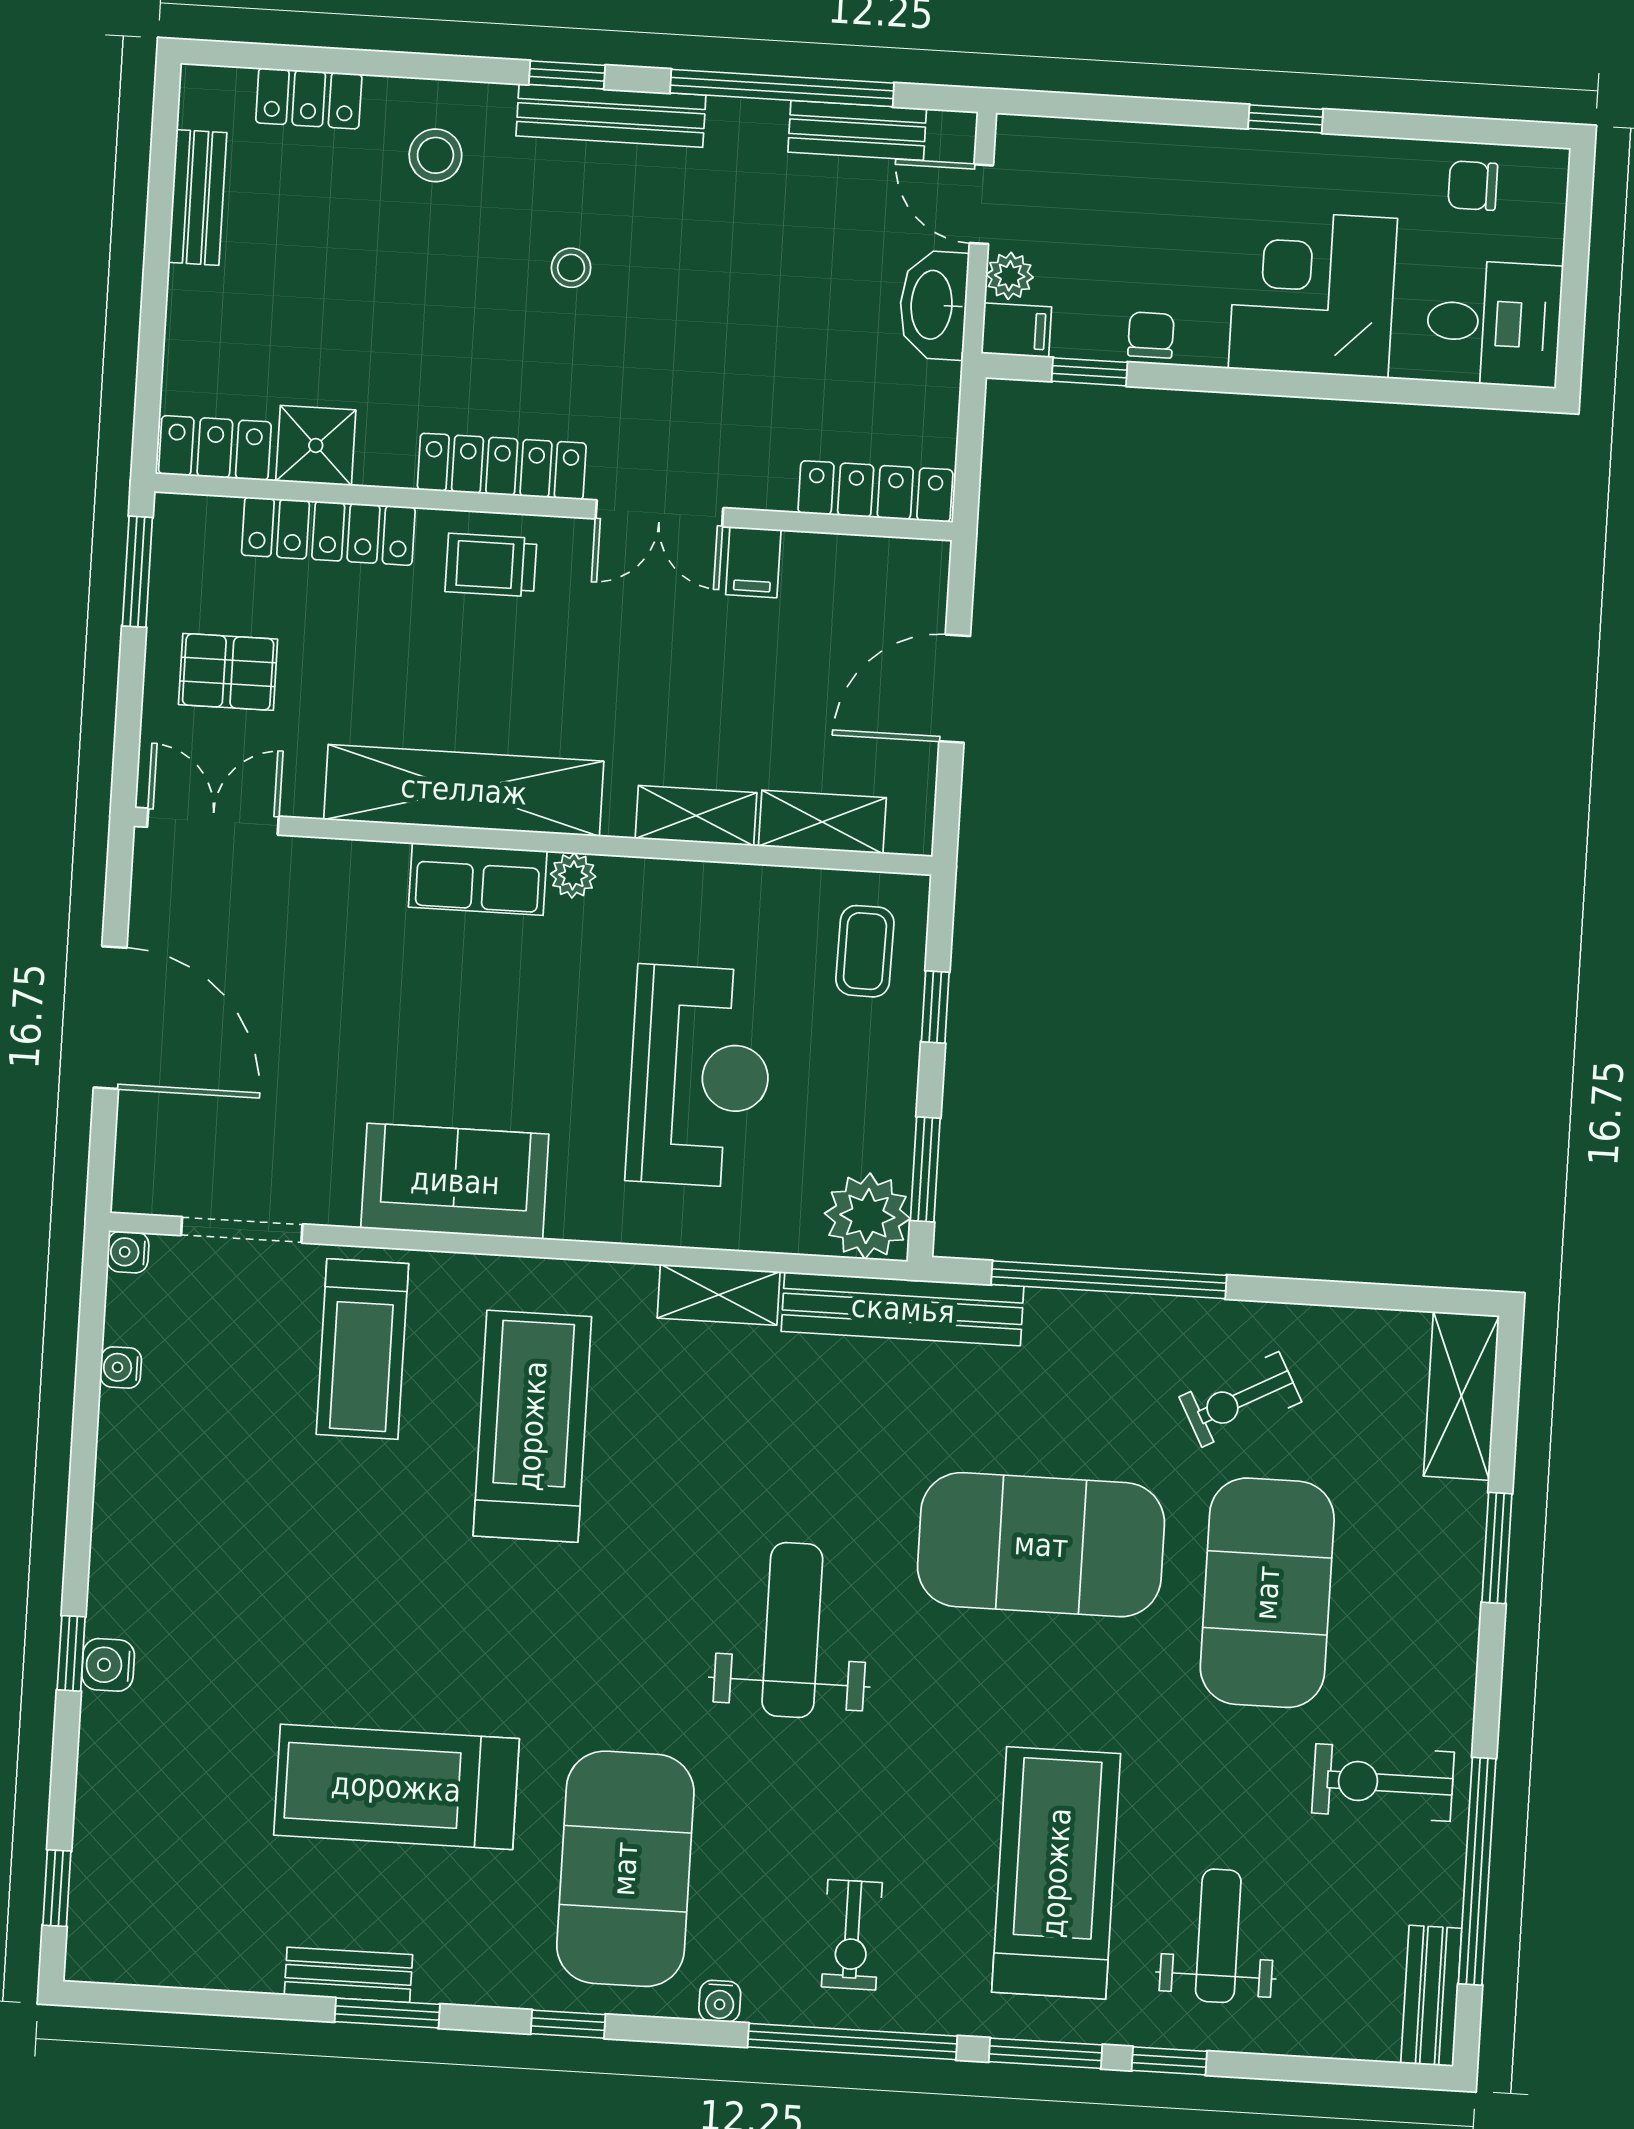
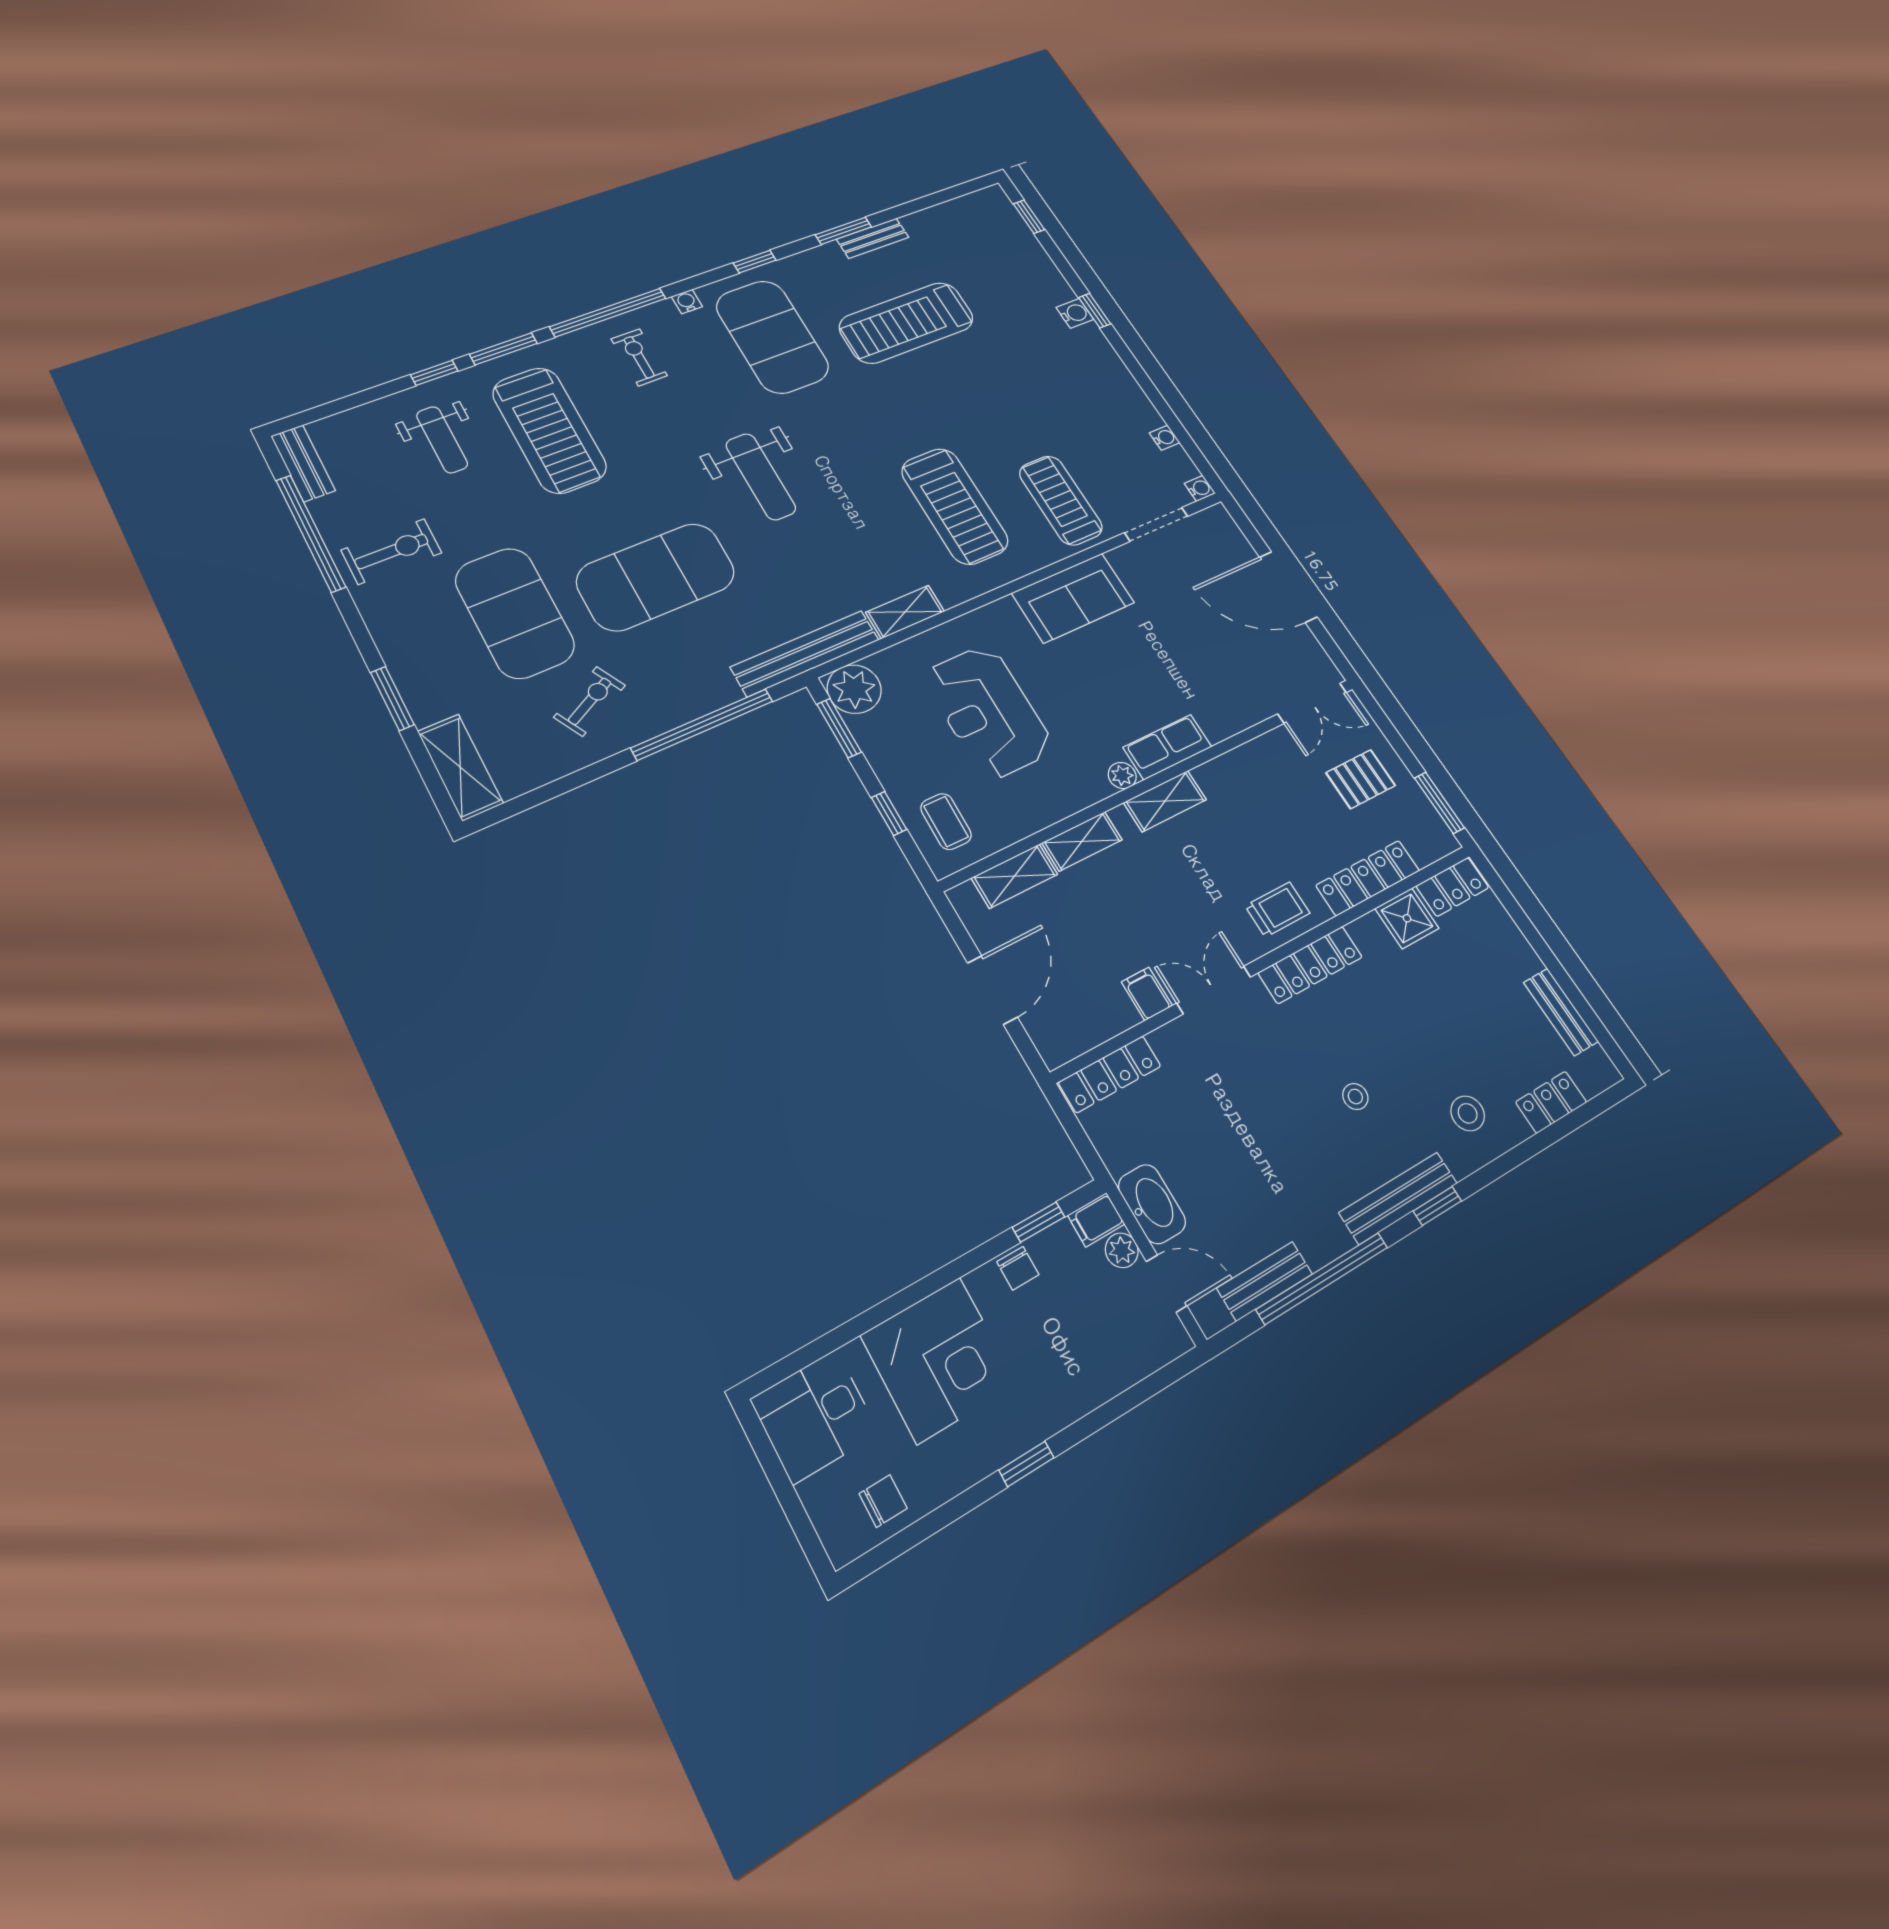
shelving: (464, 790) -> (1165, 801), width x0.45, depth x0.75
treadmill: (396, 1787) -> (906, 323), turned 180

